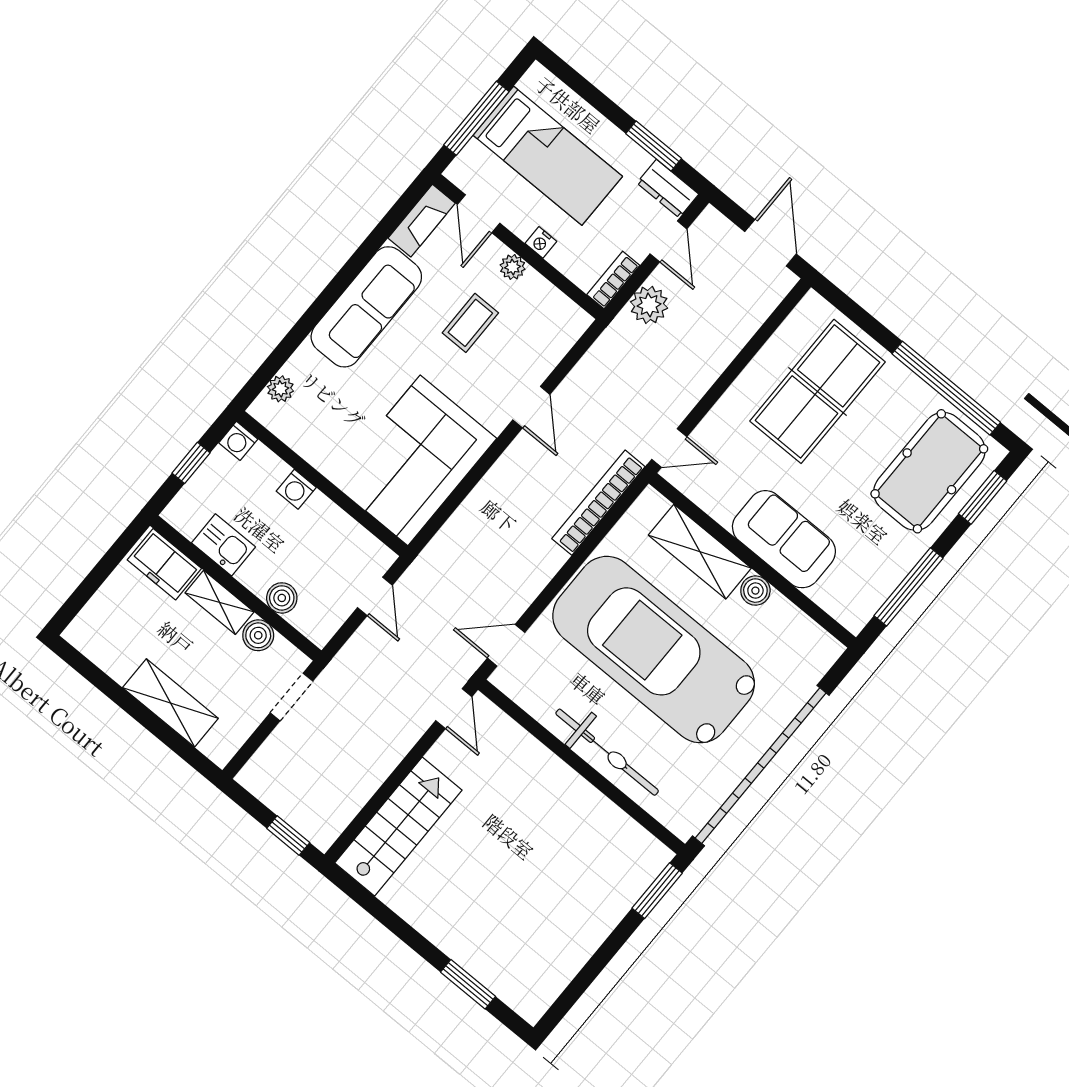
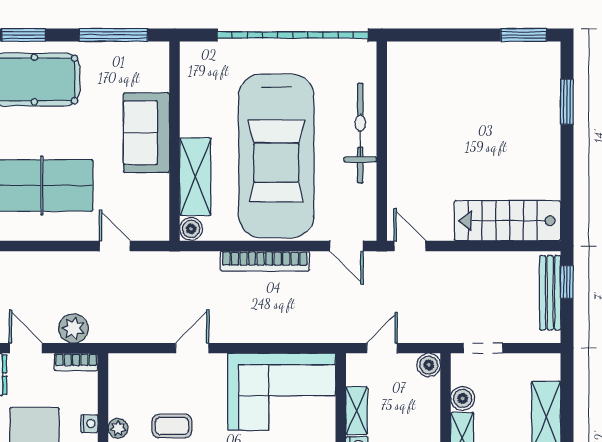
door: (668, 241) -> (26, 348), hinge flipped
door: (669, 448) -> (115, 246), moved
bookcase: (598, 503) -> (265, 261), moved
shelving: (333, 519) -> (357, 411), added
boiler: (755, 591) -> (191, 229), moved
boiler: (282, 598) -> (429, 365), moved
door: (454, 709) -> (410, 246), hinge flipped
bench: (291, 810) -> (550, 293), added
window: (657, 891) -> (524, 35), moved

